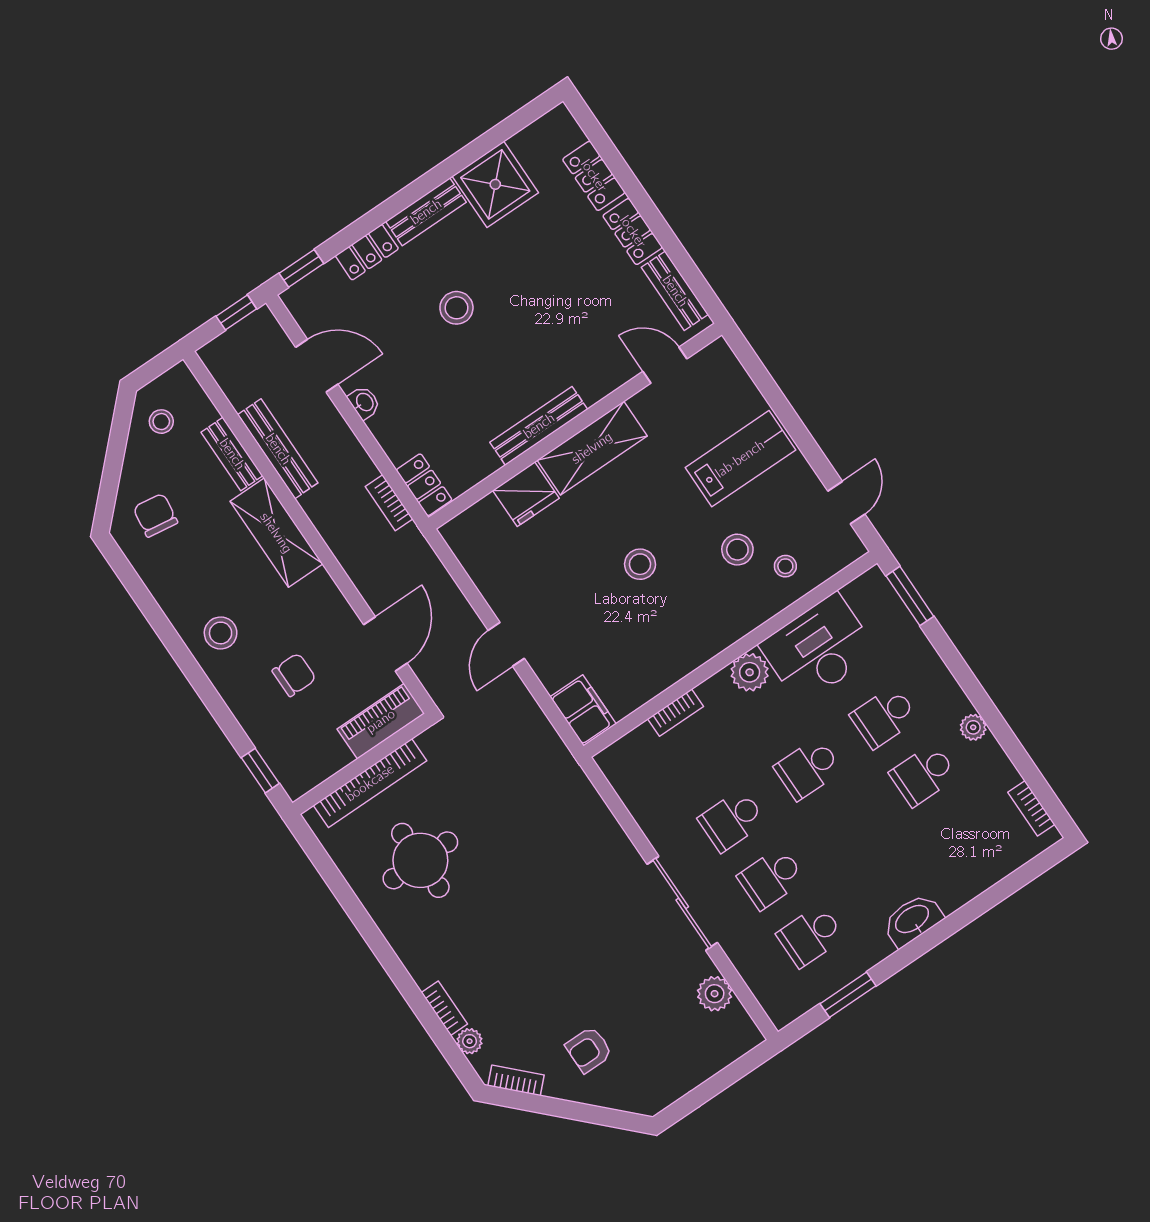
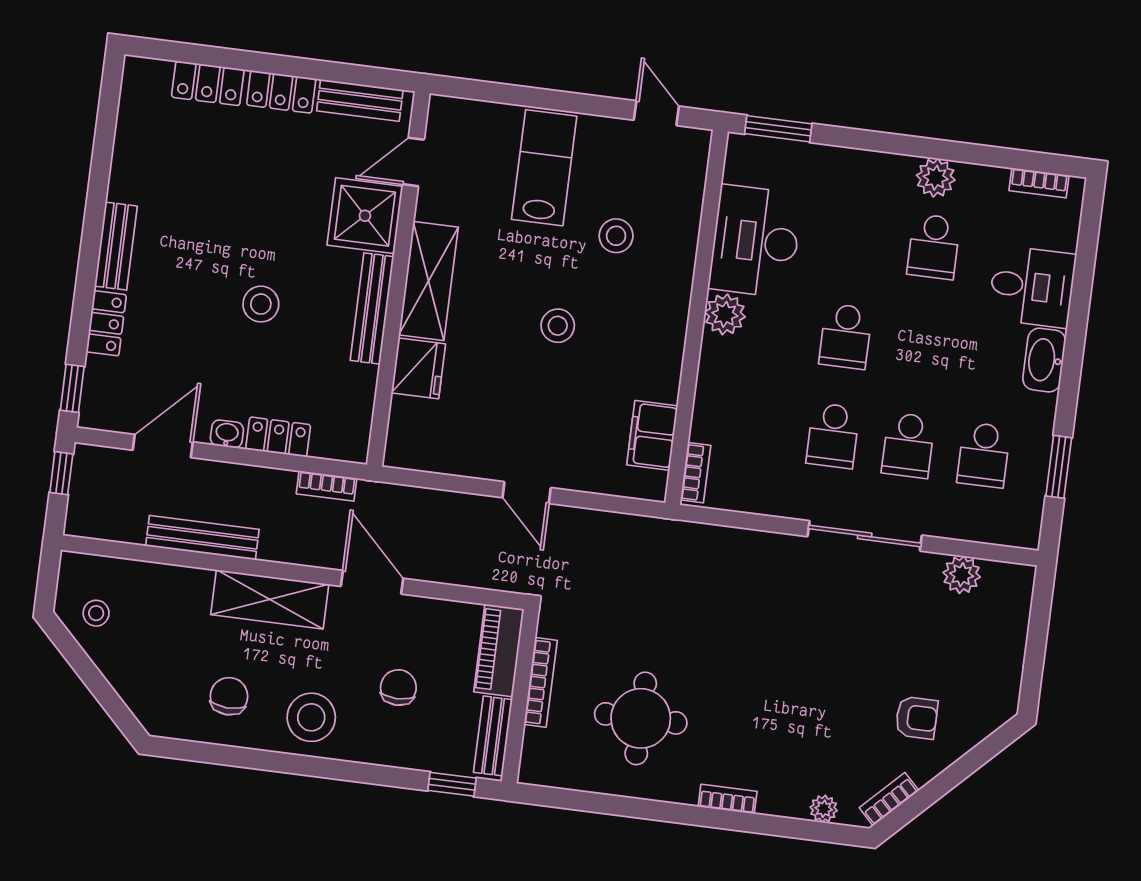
shower: (495, 184) -> (365, 216), moved
stool: (456, 308) -> (261, 304), moved
bench: (232, 454) -> (493, 736), moved, turned 90
locker: (424, 485) -> (278, 437), moved
chair: (155, 515) -> (229, 696), moved, turned 84
stool: (785, 566) -> (664, 209), removed
stool: (221, 633) -> (311, 717), width x1.38, depth x1.38
door: (385, 644) -> (372, 582), moved
filing cabinet: (583, 710) -> (652, 435), moved, turned -90
bookcase: (676, 713) -> (696, 473), moved
school desk: (884, 717) -> (858, 237), removed
plant: (973, 727) -> (936, 178), width x1.38, depth x1.38
bookcase: (370, 783) -> (541, 682), width x0.68, depth x0.76
desk: (956, 867) -> (1032, 286), added
bookcase: (444, 1008) -> (728, 799), moved
armchair: (589, 1050) -> (917, 718), turned -90

